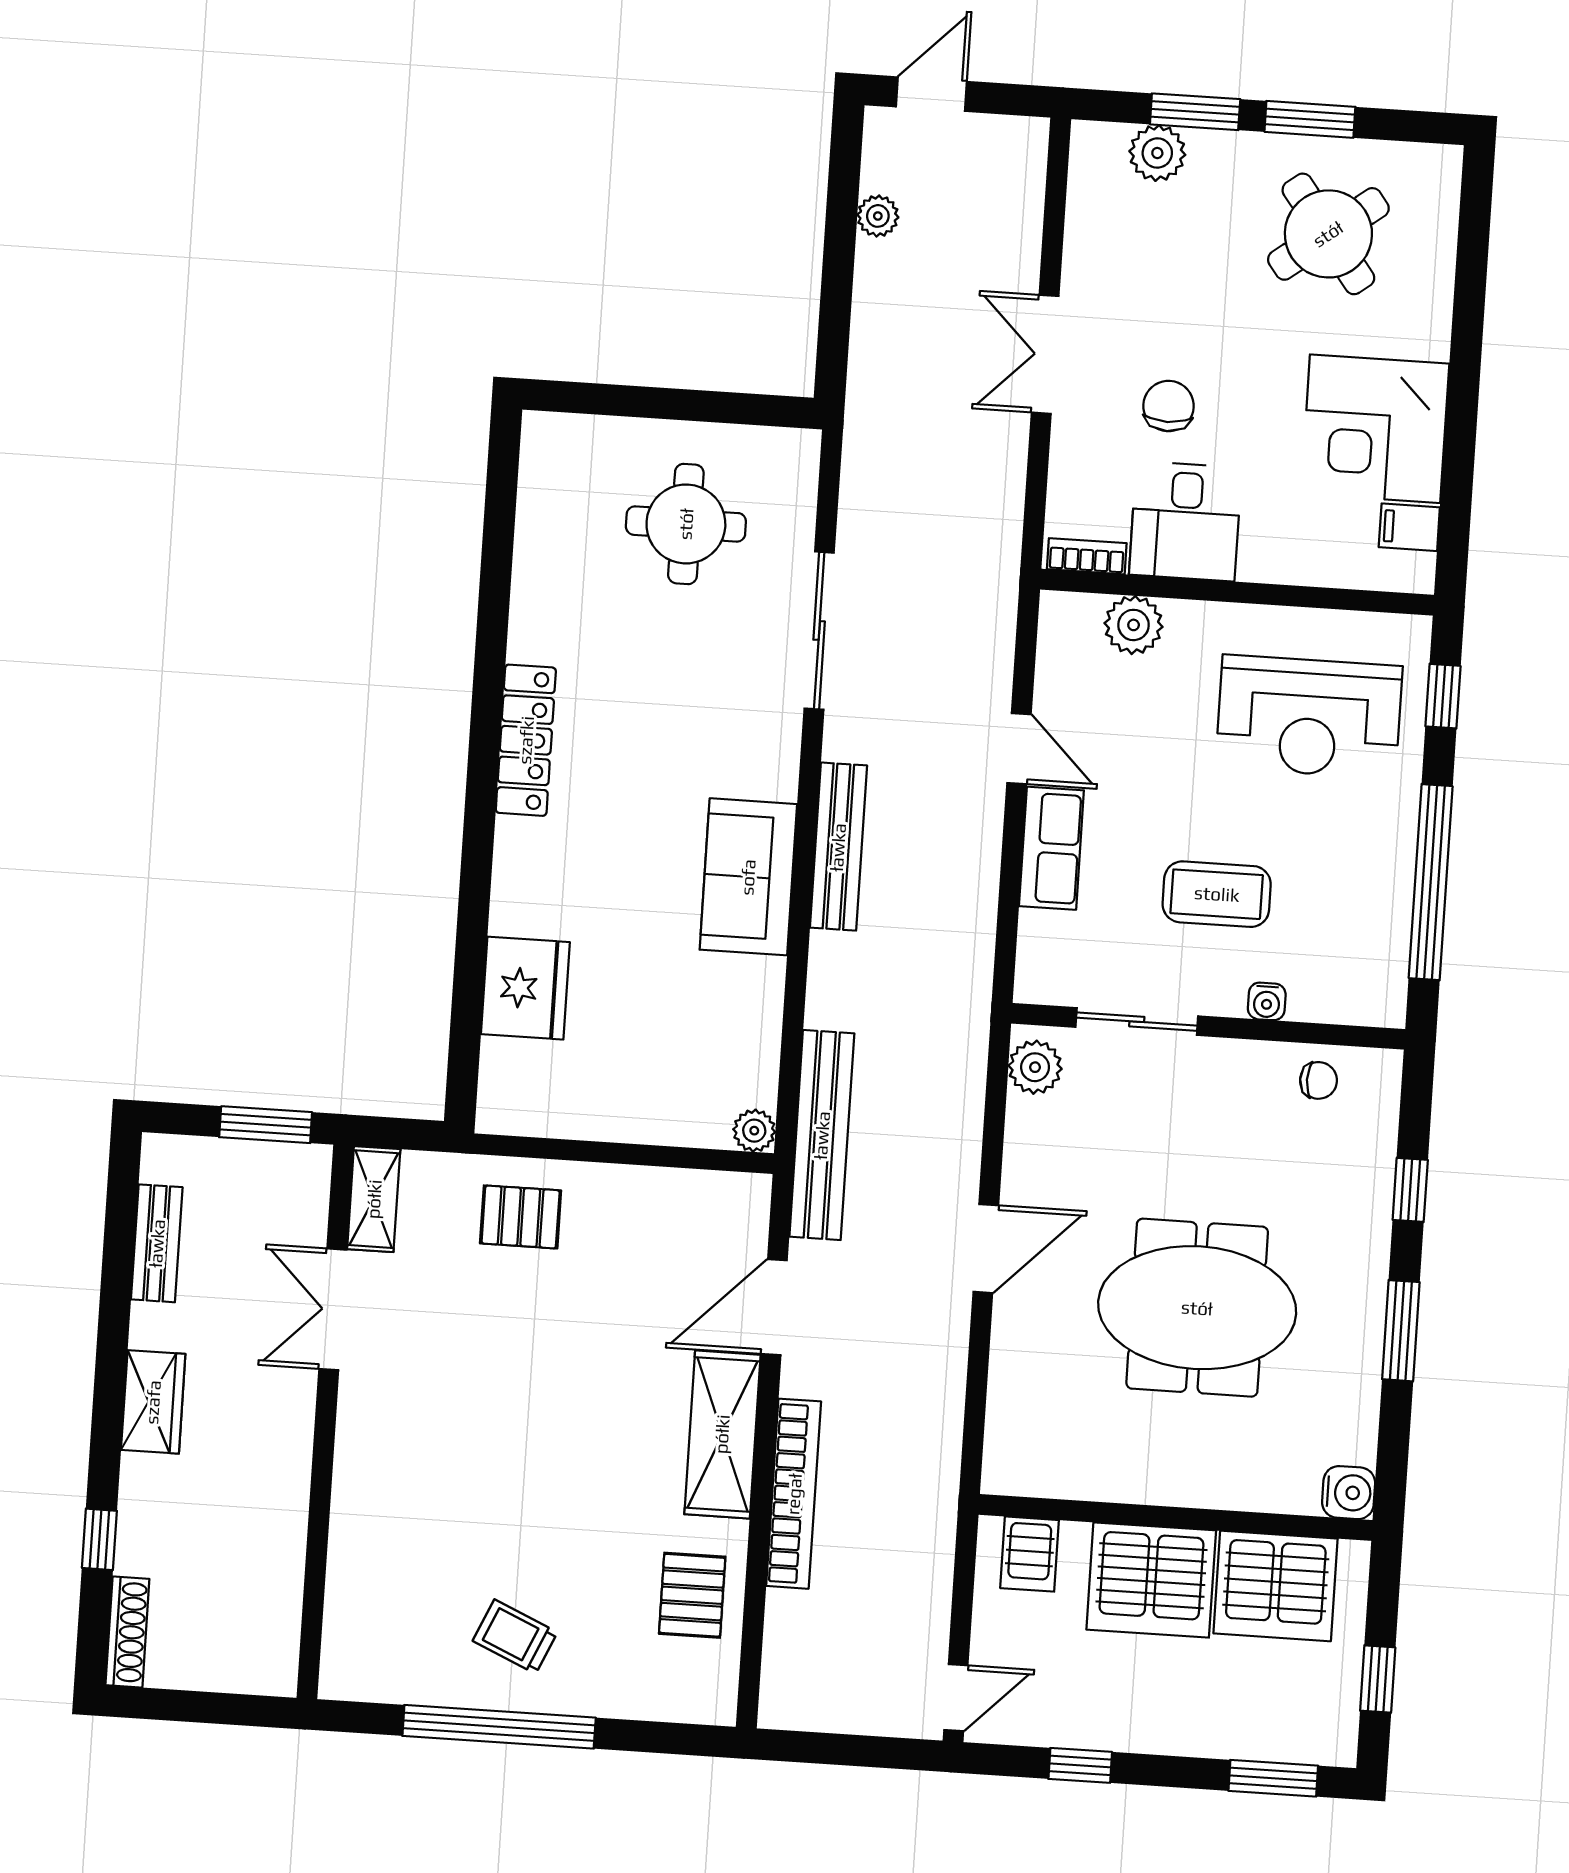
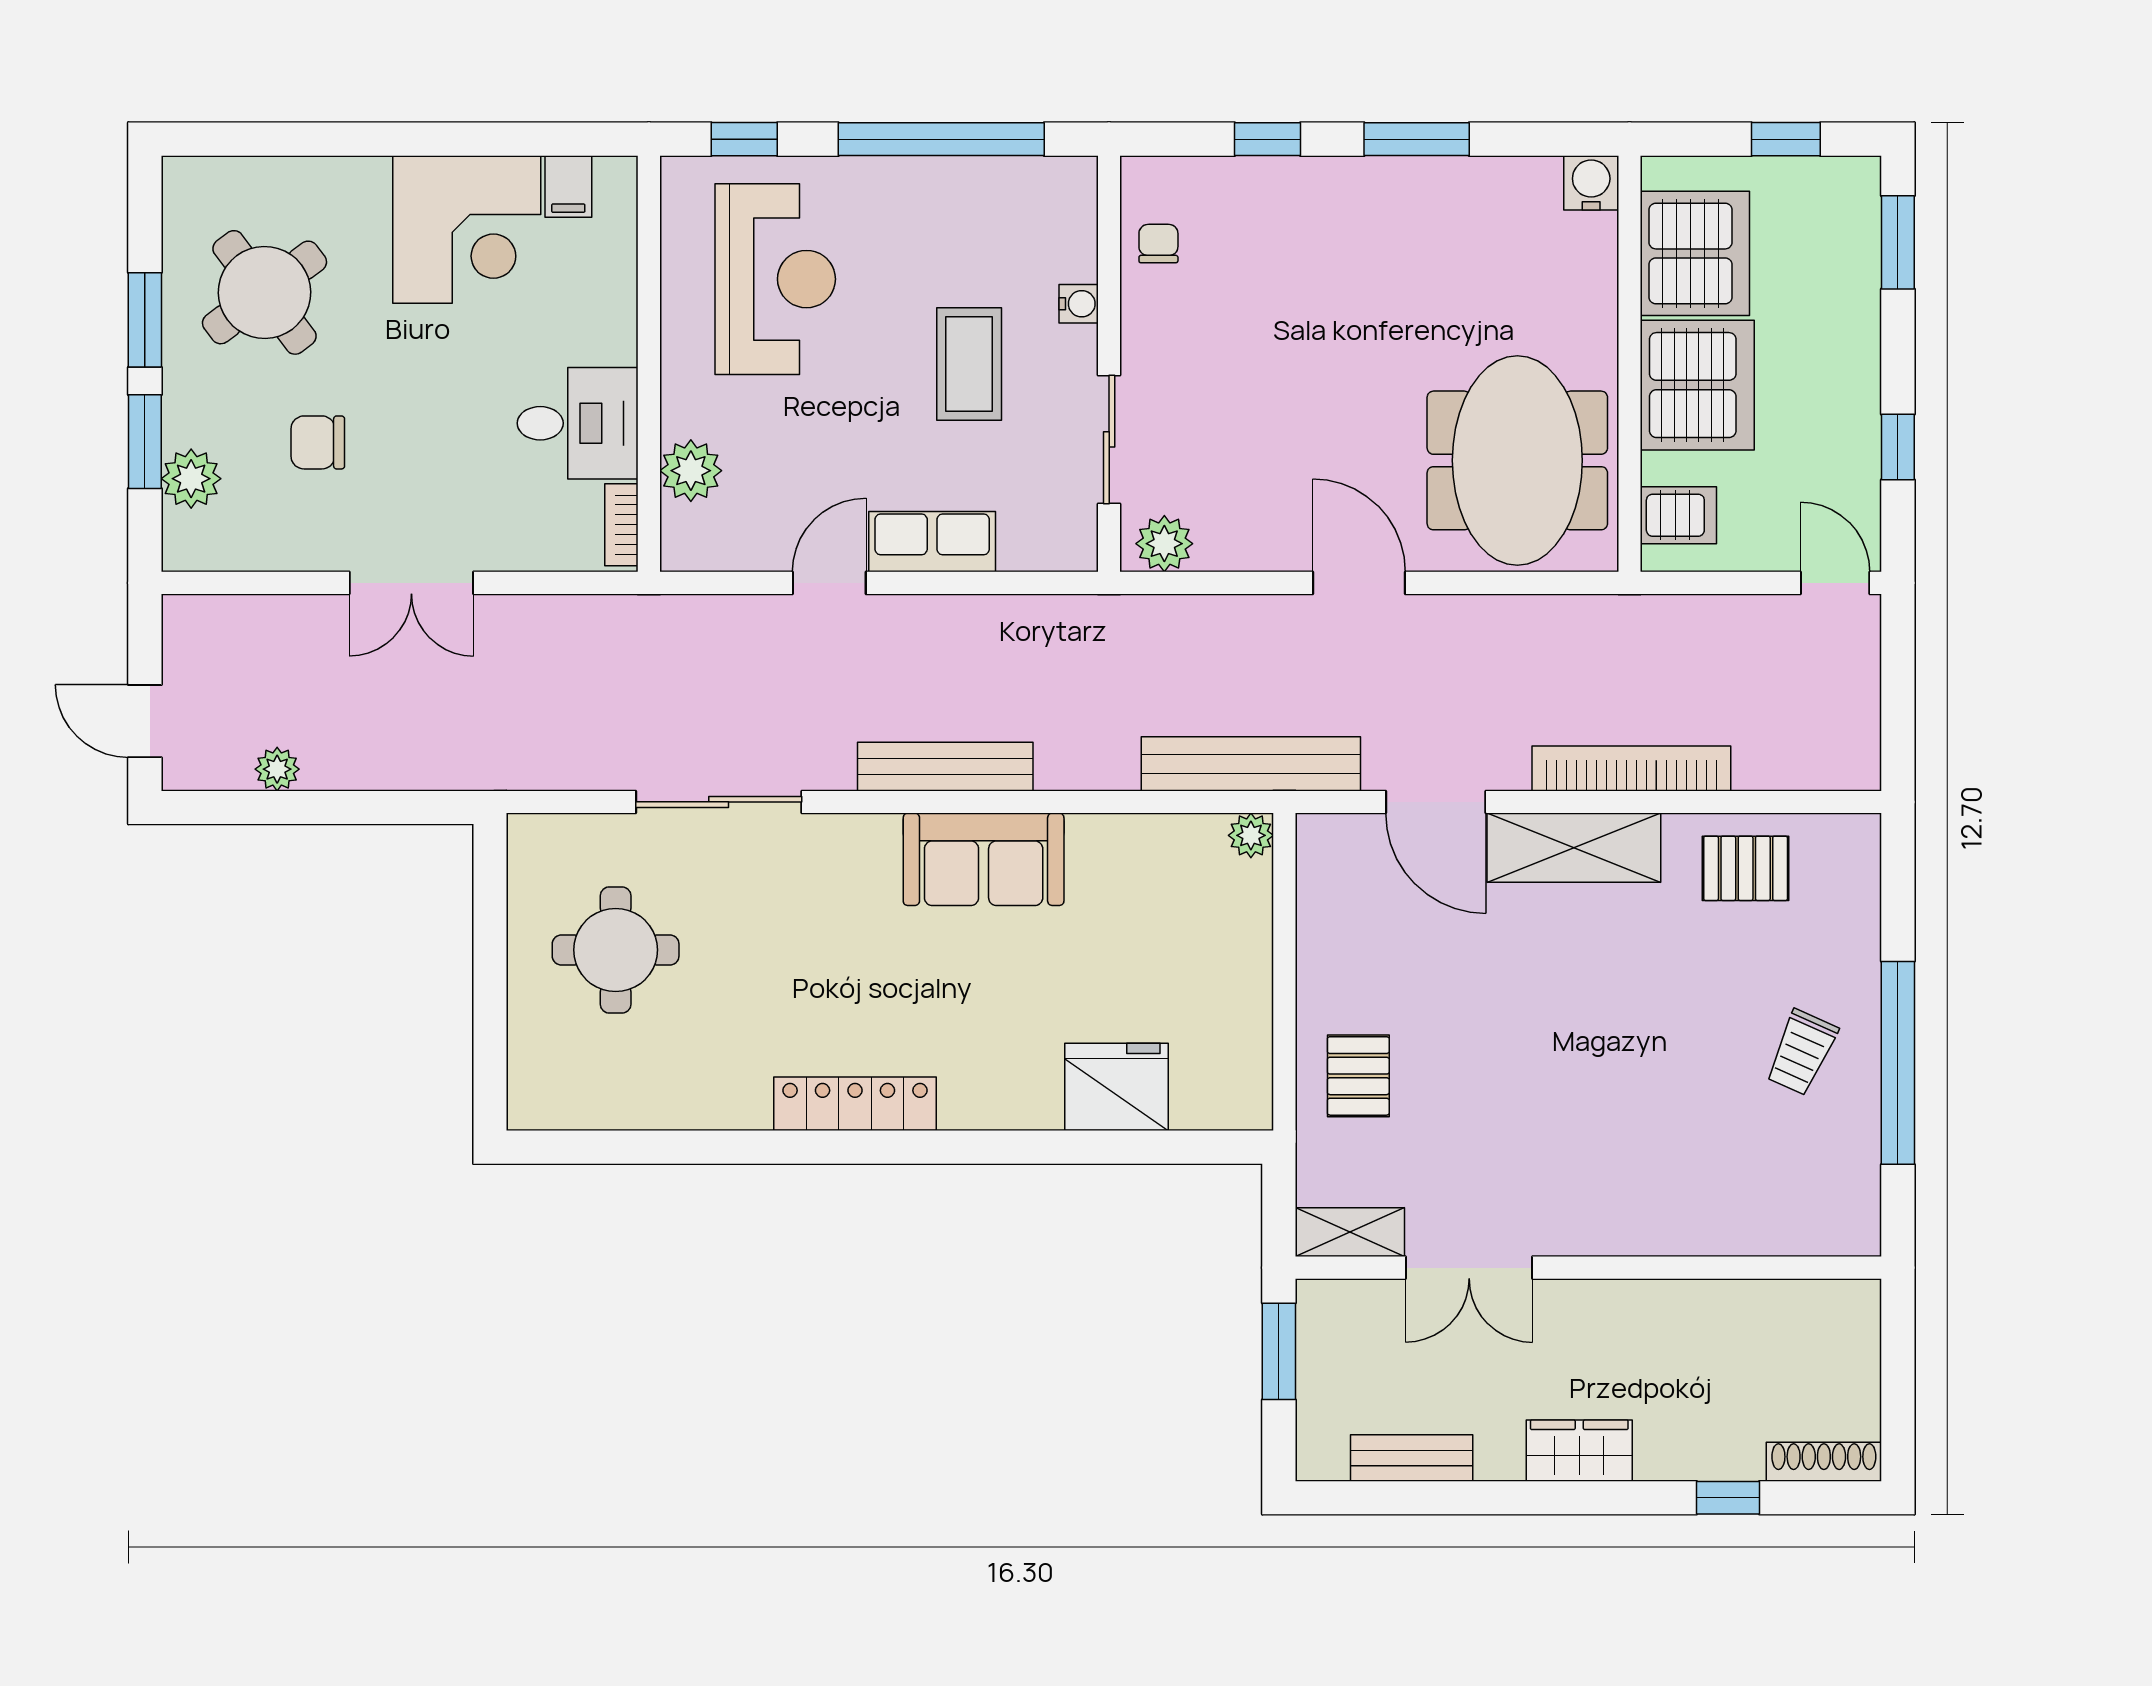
chair: (1169, 406) -> (318, 442), moved
meeting table: (1197, 1308) -> (1517, 460), moved

